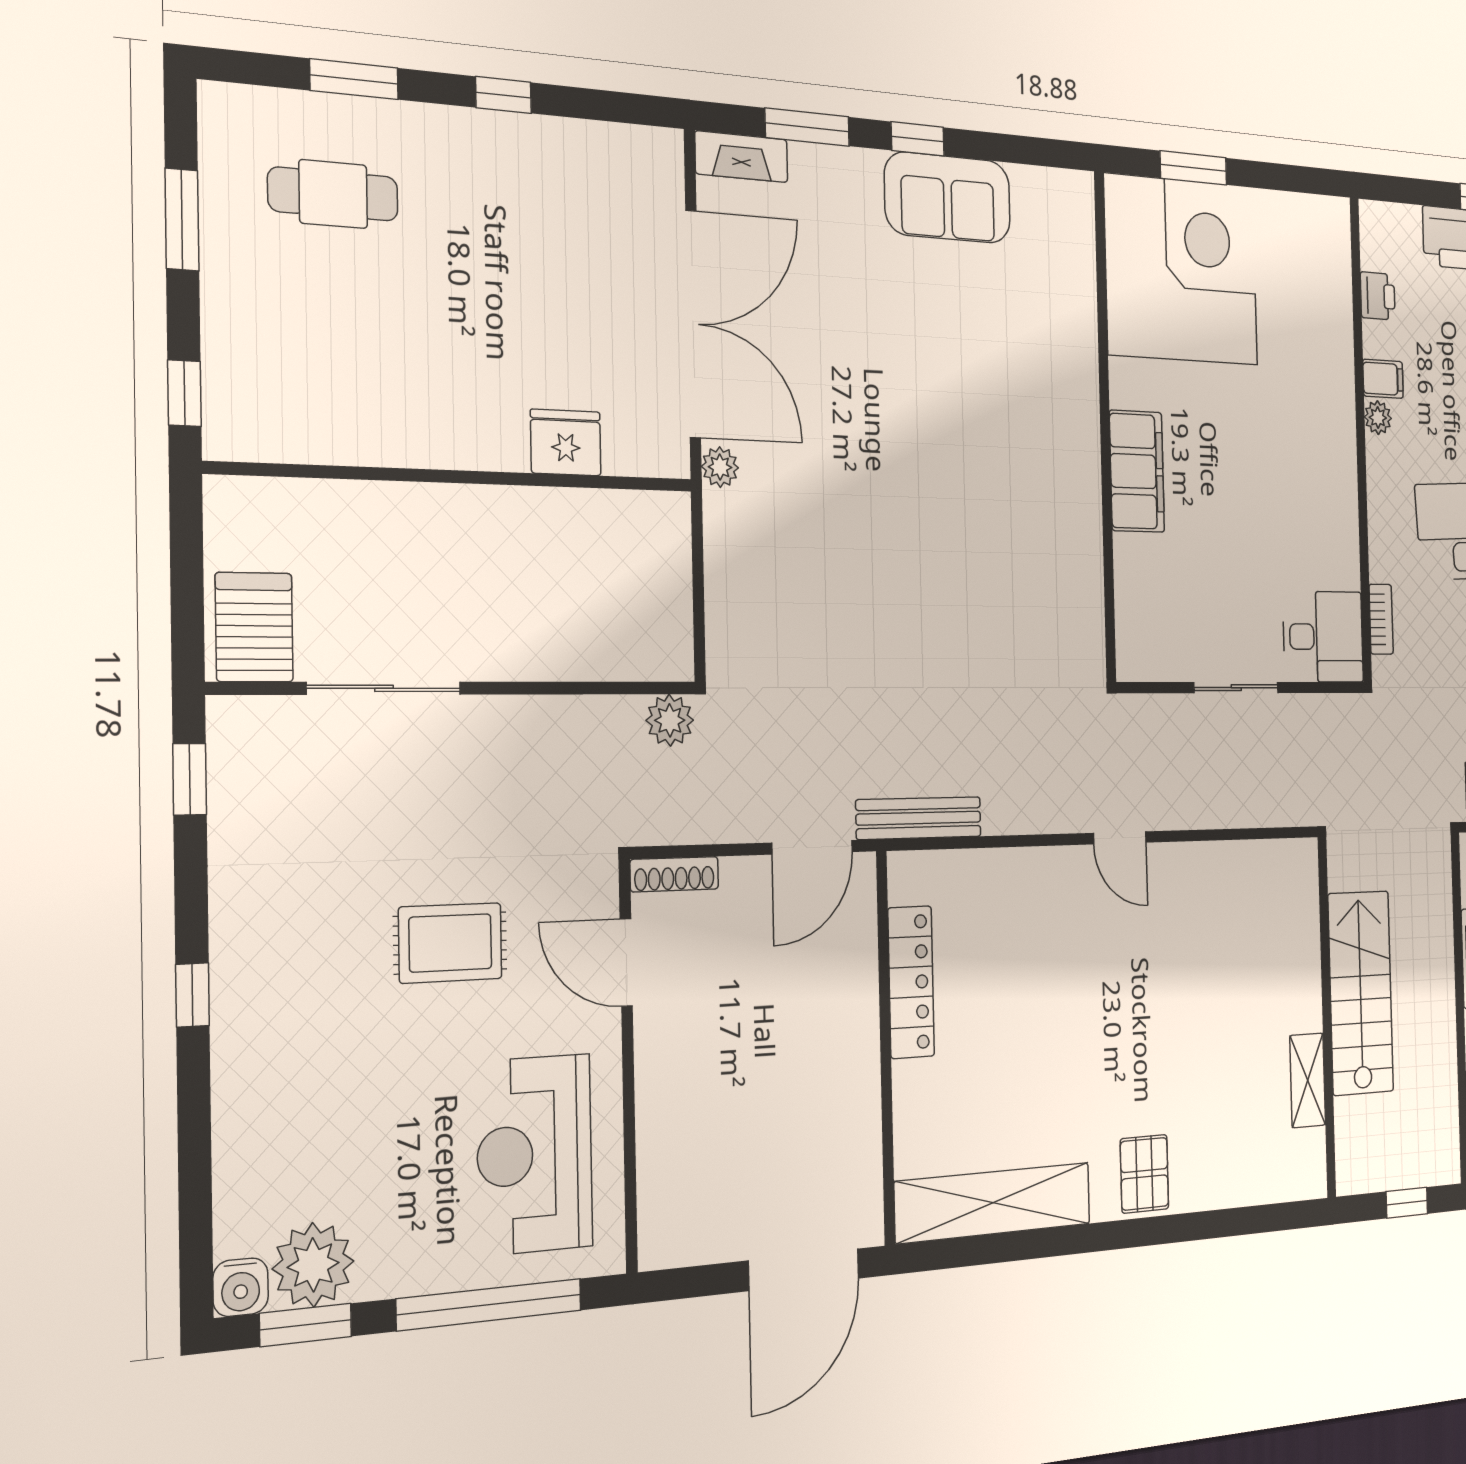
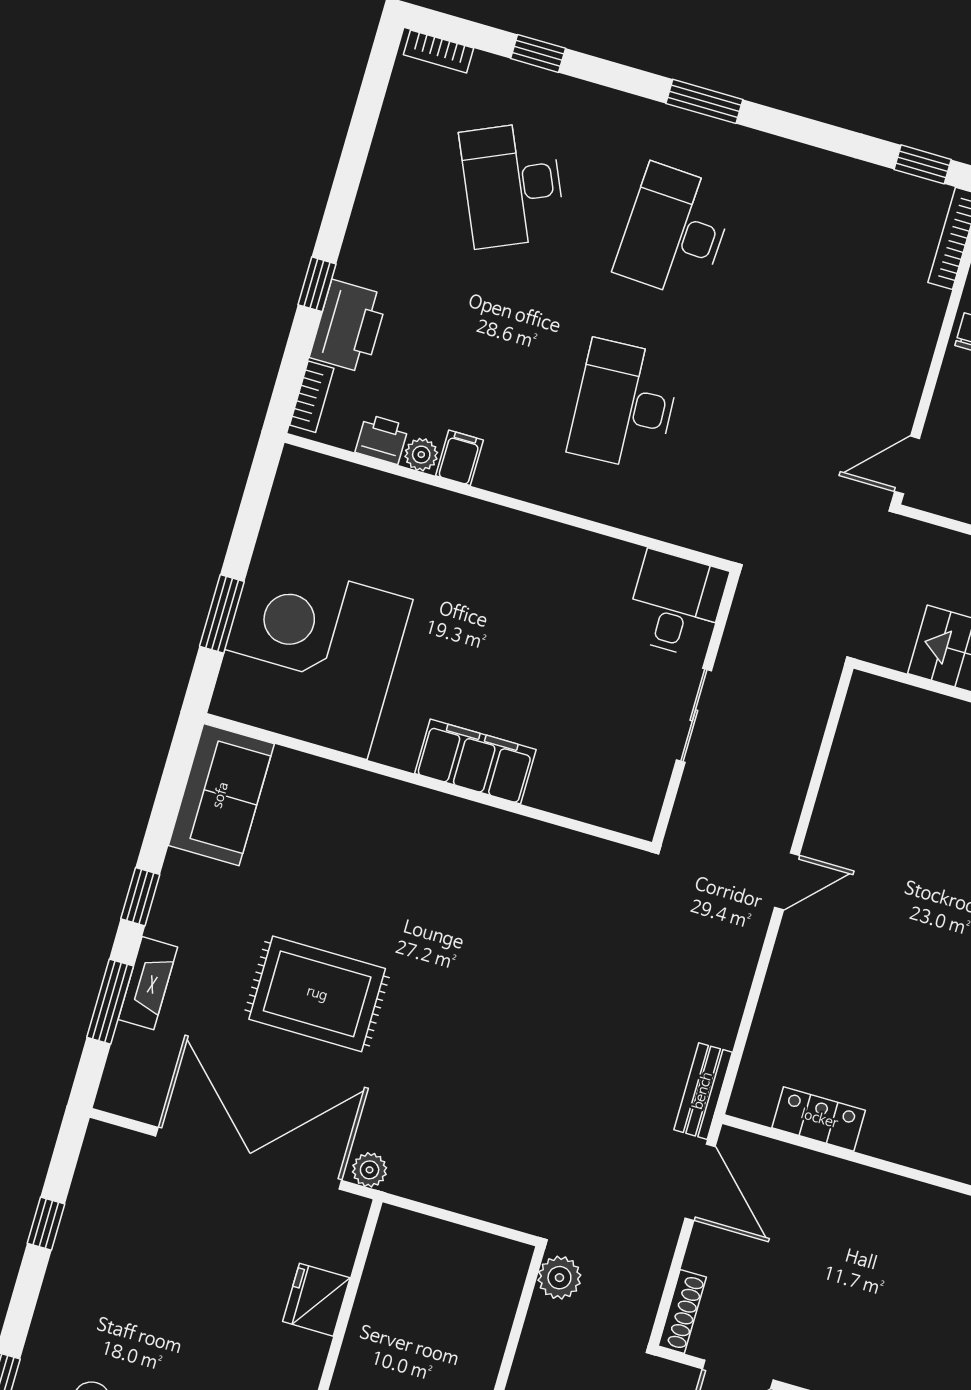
window: (503, 95) -> (46, 1224), moved
fireplace: (741, 157) -> (148, 983), moved
sofa: (948, 198) -> (221, 795), moved
rug: (878, 360) -> (317, 994), added
plant: (1378, 418) -> (421, 455), moved
bookcase: (1381, 619) -> (312, 397), moved, turned 90
bench: (919, 818) -> (703, 1091), width x0.73
locker: (911, 982) -> (819, 1119), width x0.66

